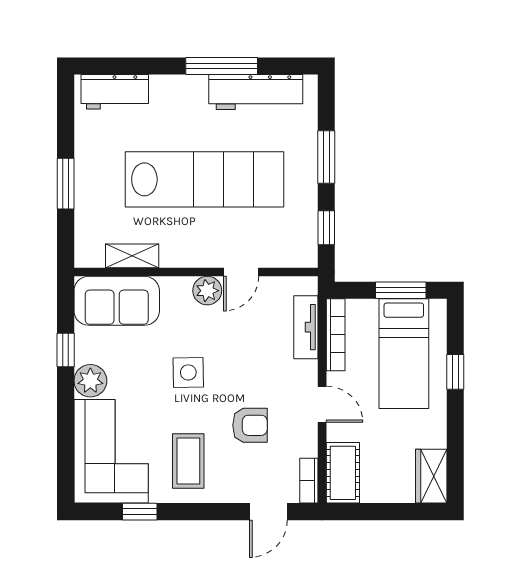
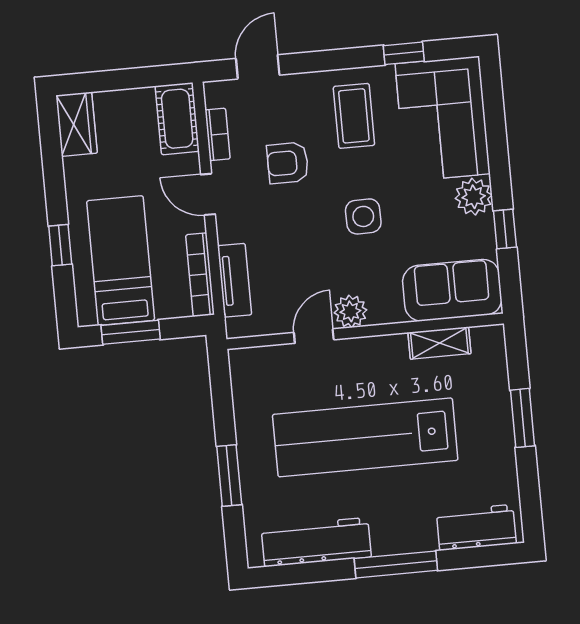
window: (222, 66) -> (396, 564), moved
window: (326, 228) -> (222, 395), removed
bookcase: (309, 481) -> (218, 134), moved

